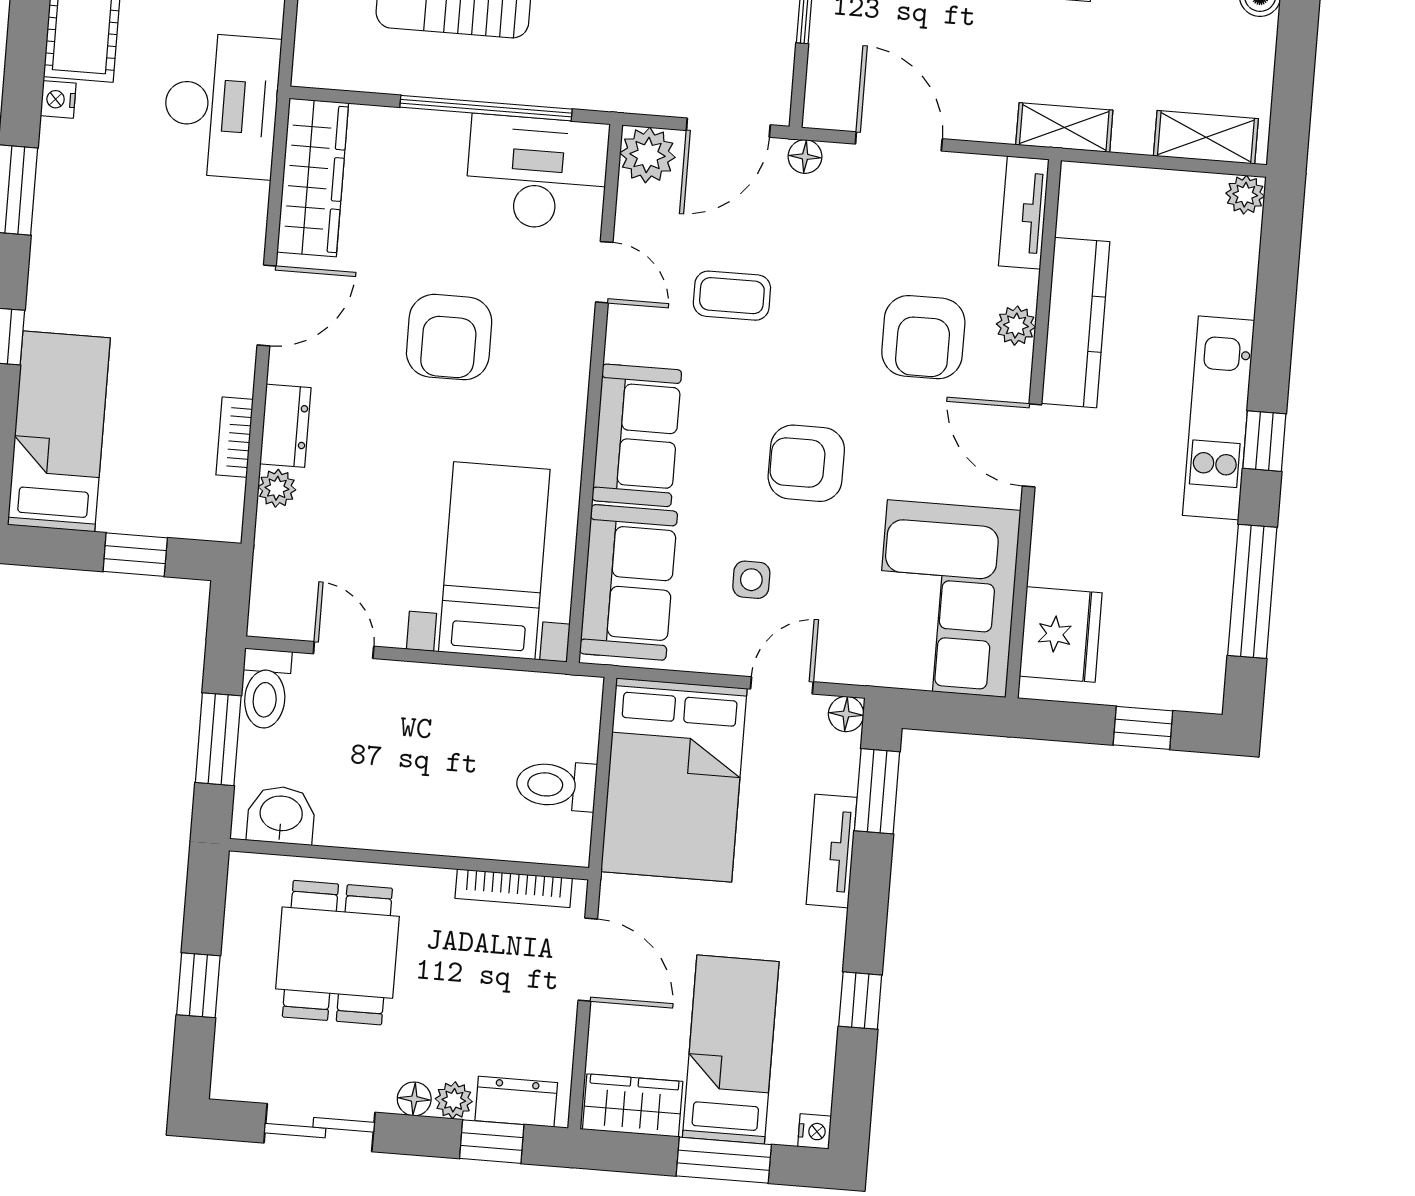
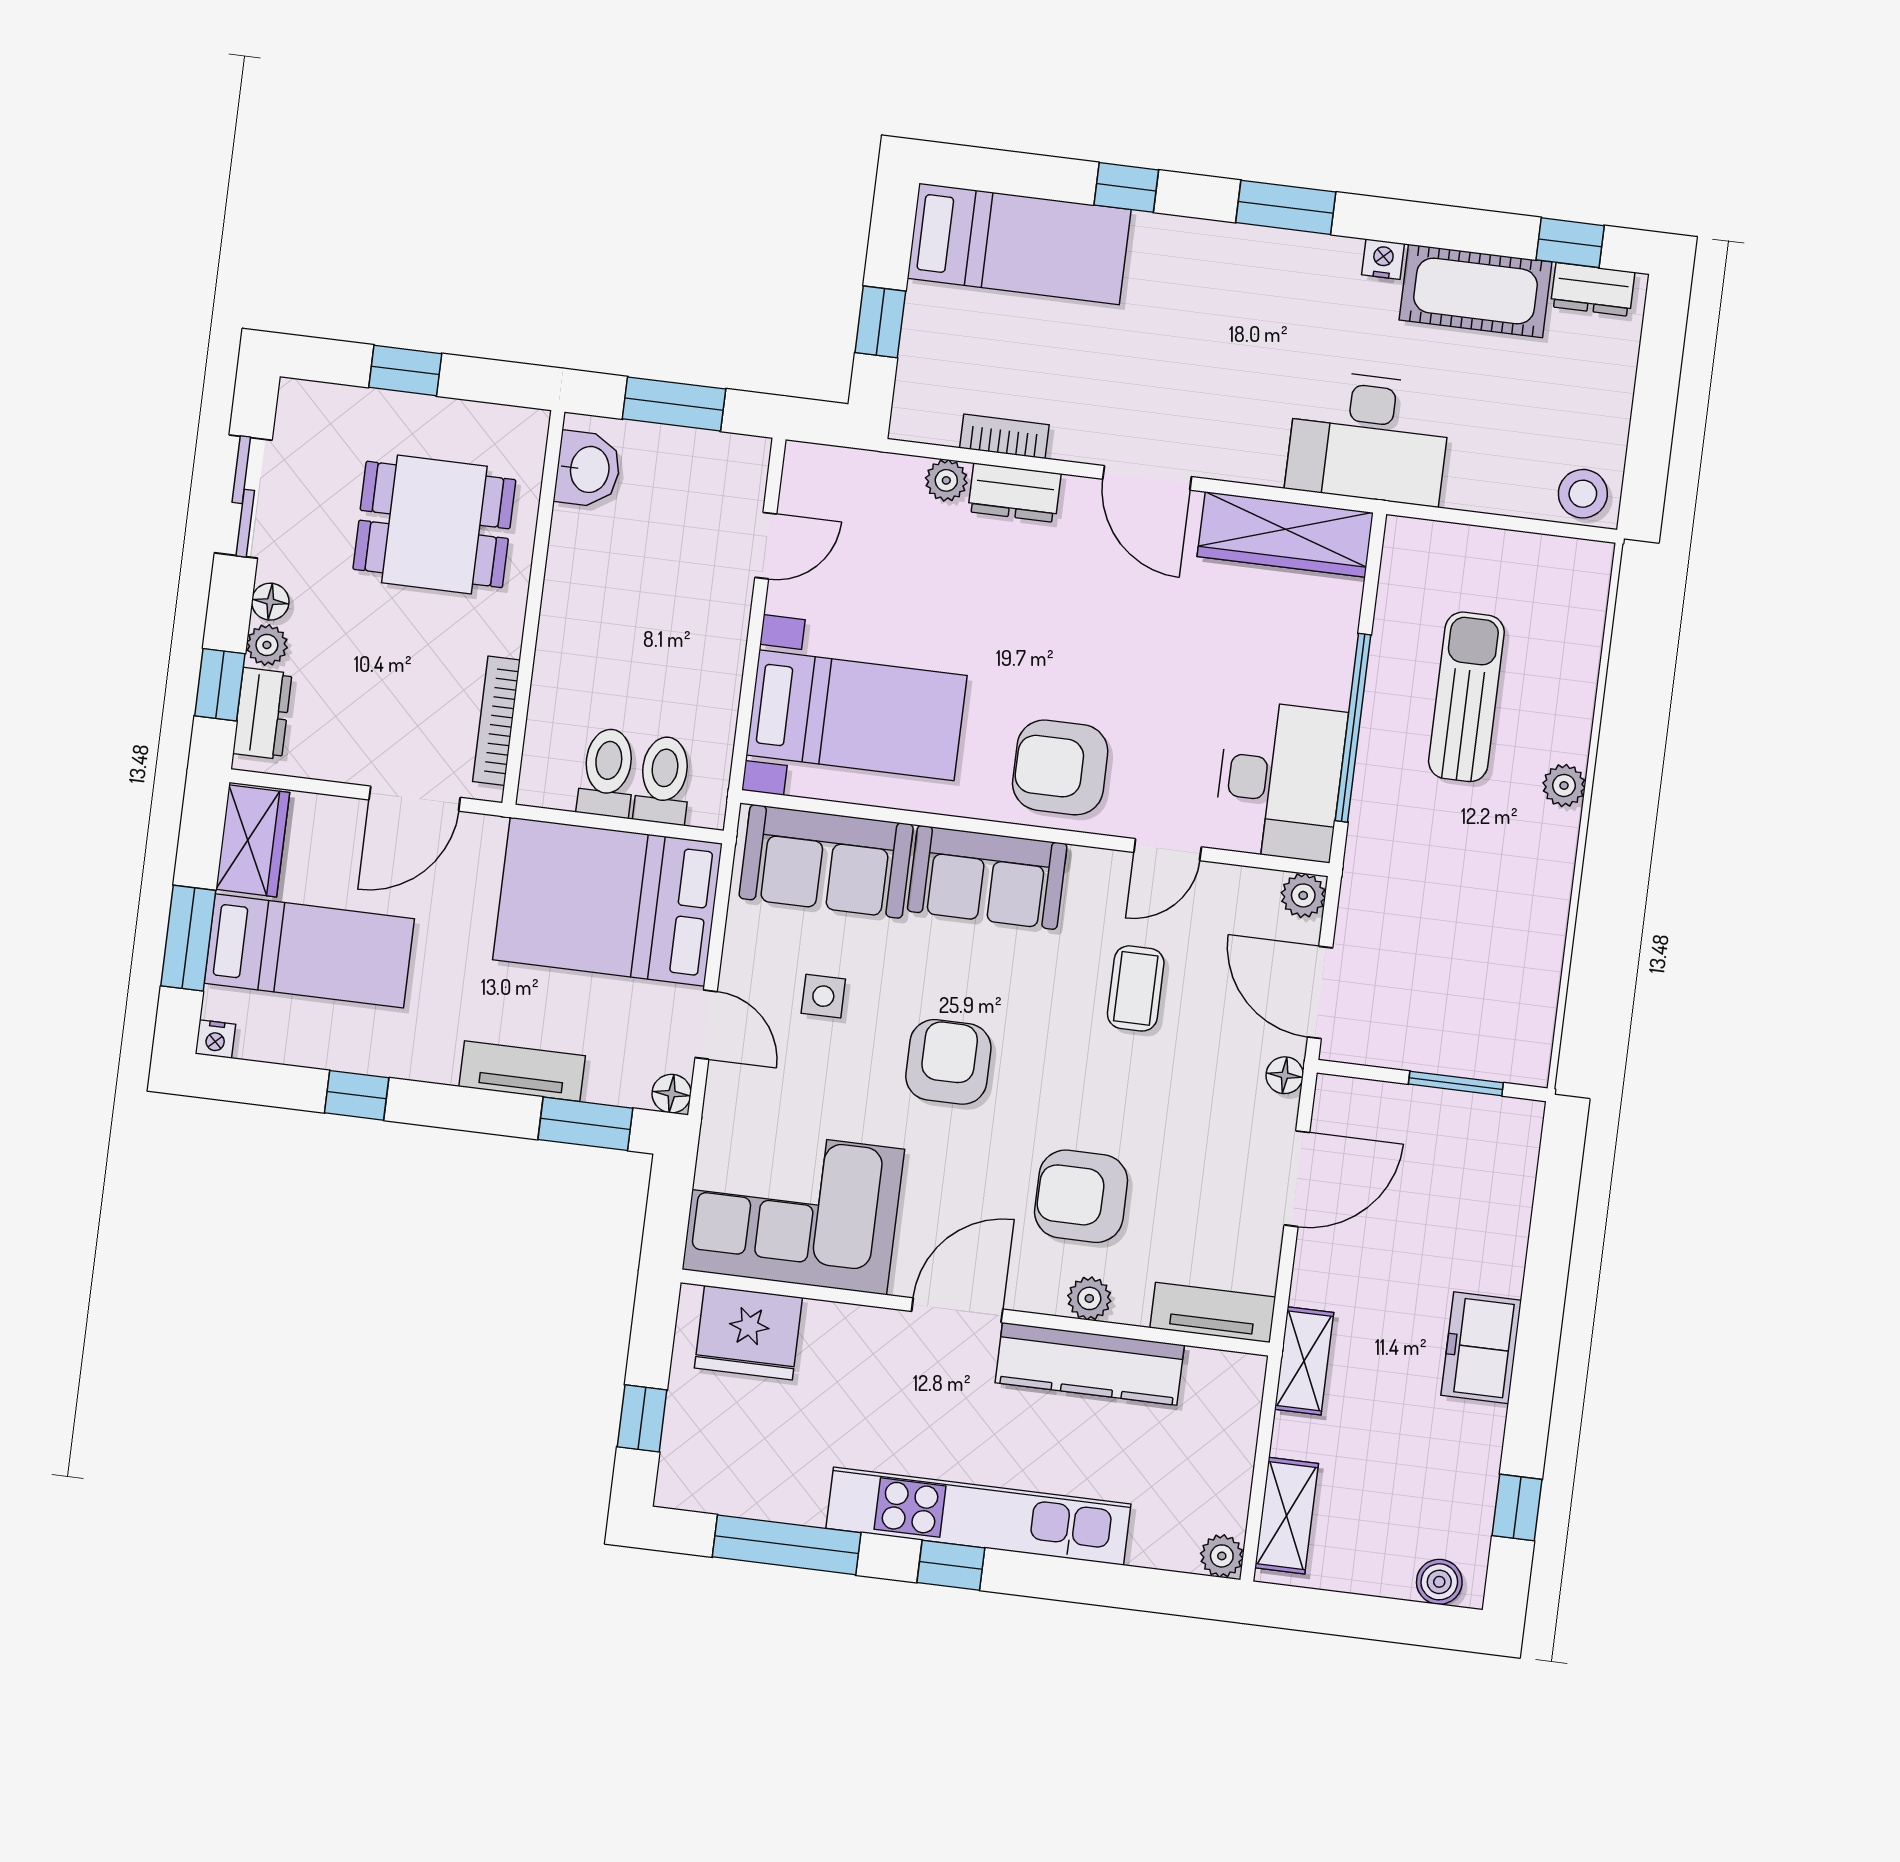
plant: (648, 155) -> (1303, 895), width x0.73, depth x0.73
armchair: (449, 337) -> (1060, 767), moved
kitchen unit: (1219, 418) -> (978, 1516), width x1.36
toilet: (266, 689) -> (664, 780), moved, turned 90

